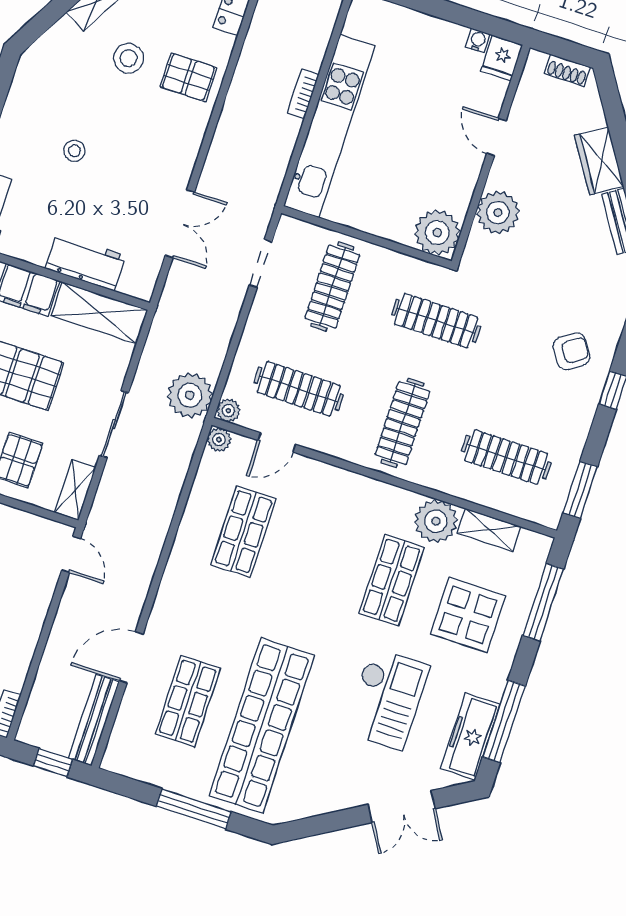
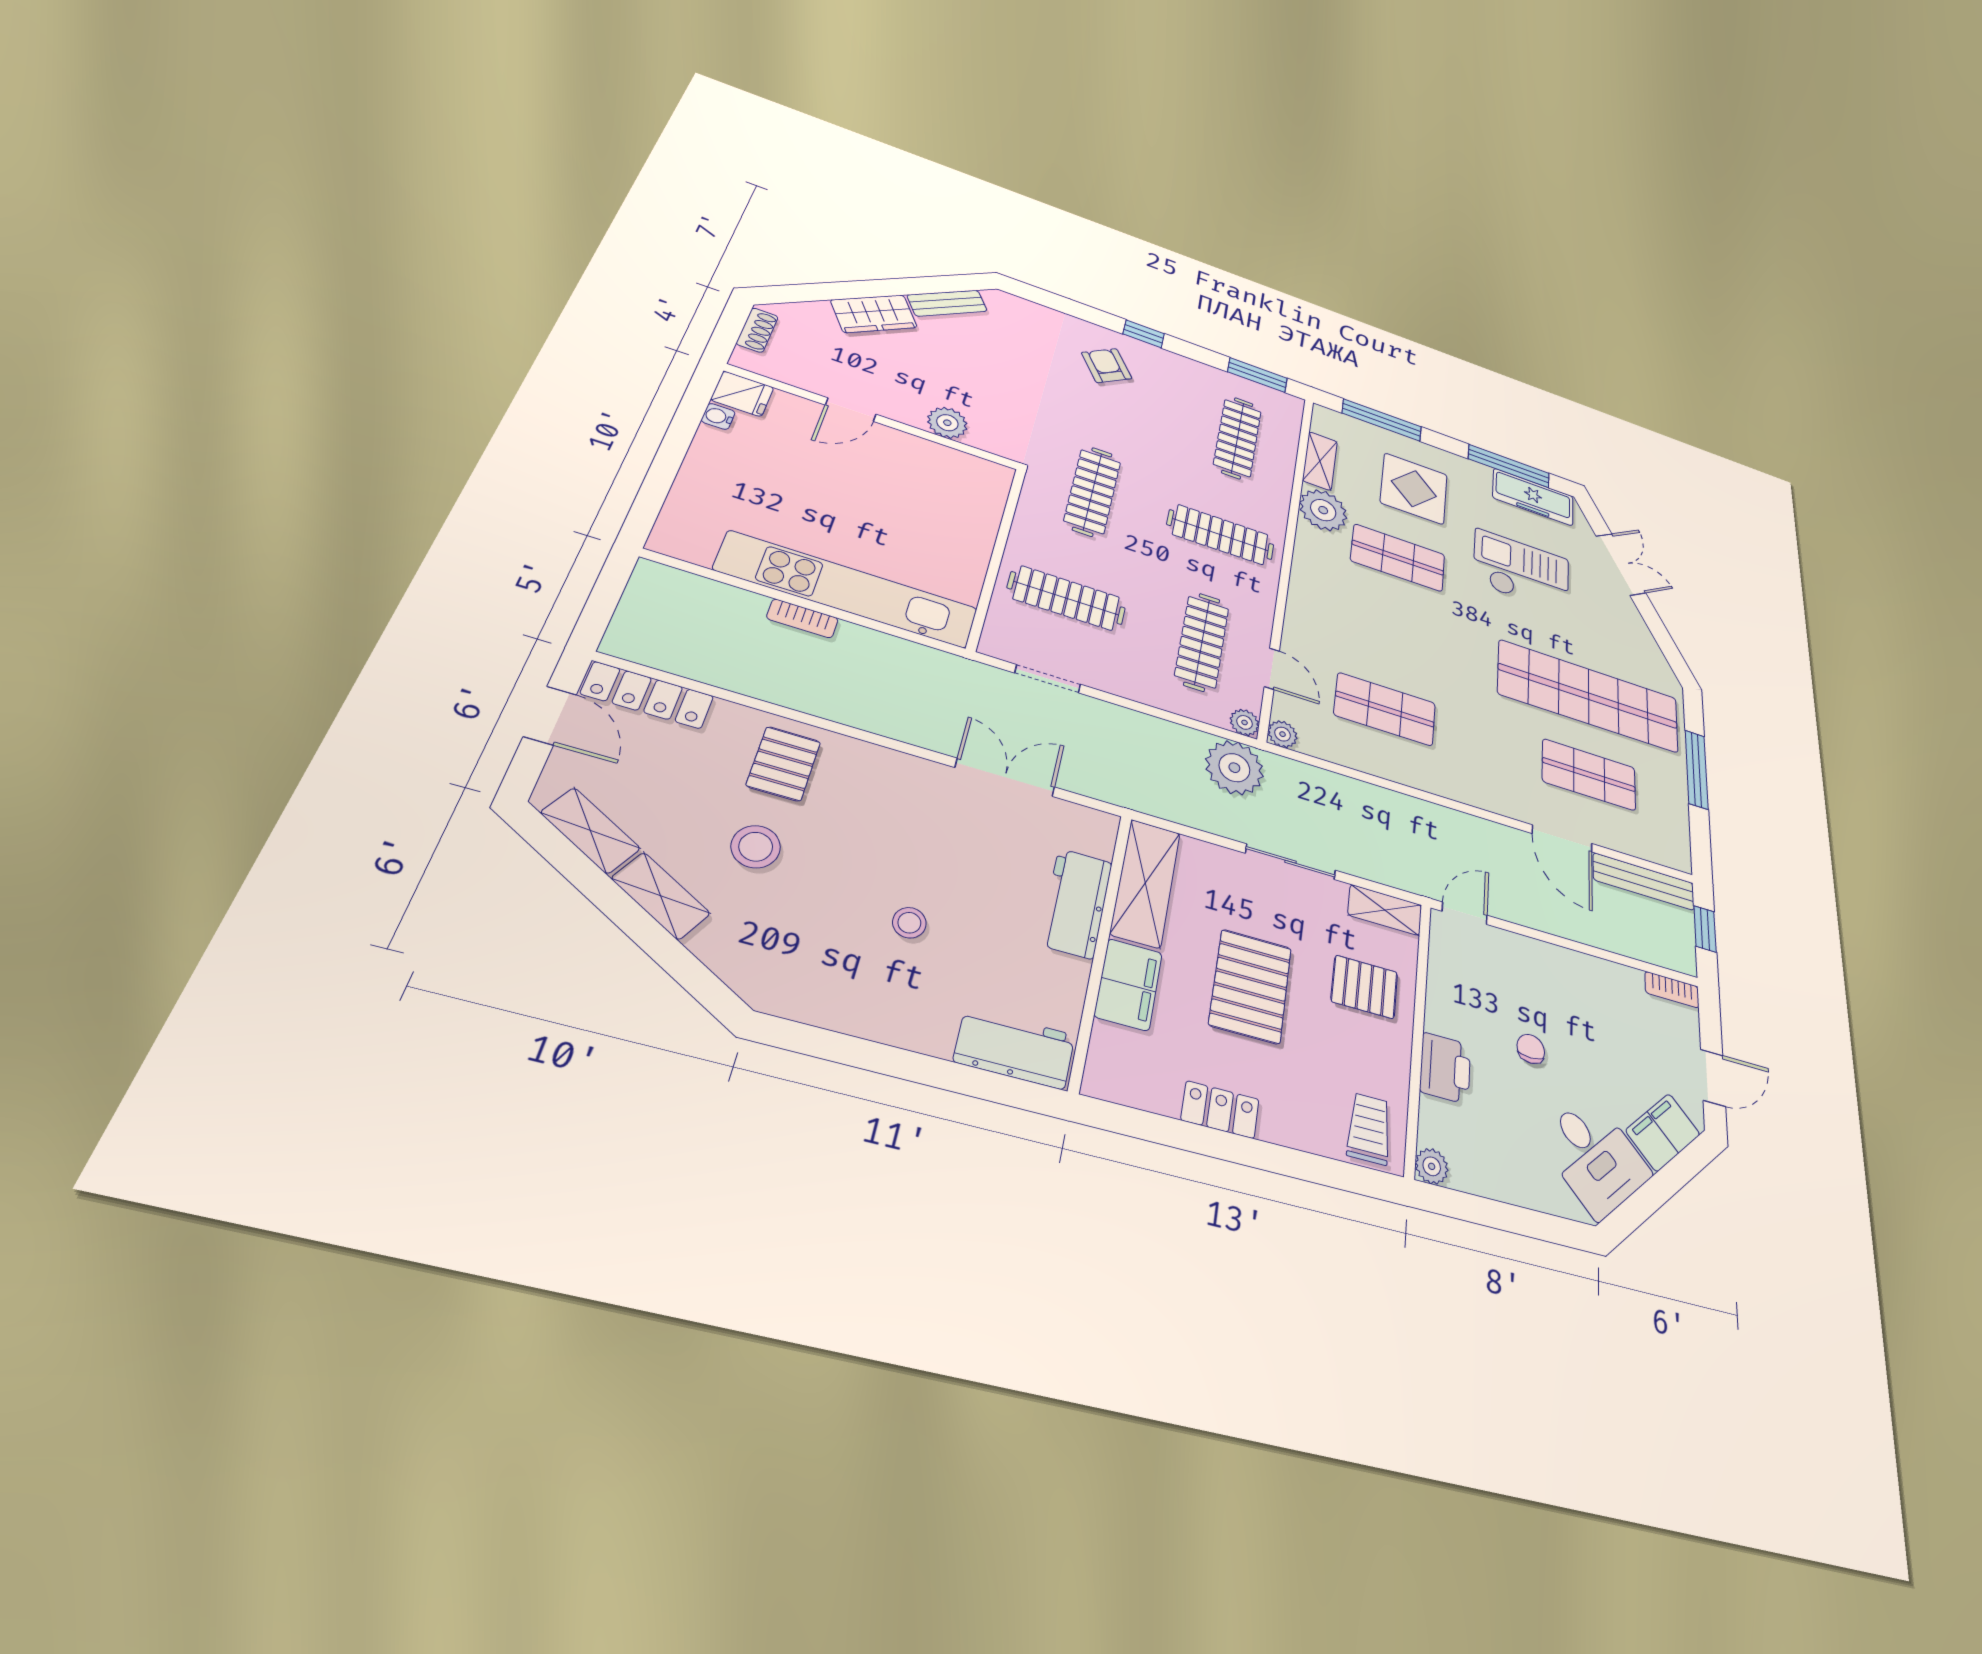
plant: (498, 213) -> (947, 423), width x0.73, depth x0.73
plant: (437, 233) -> (982, 481), removed

